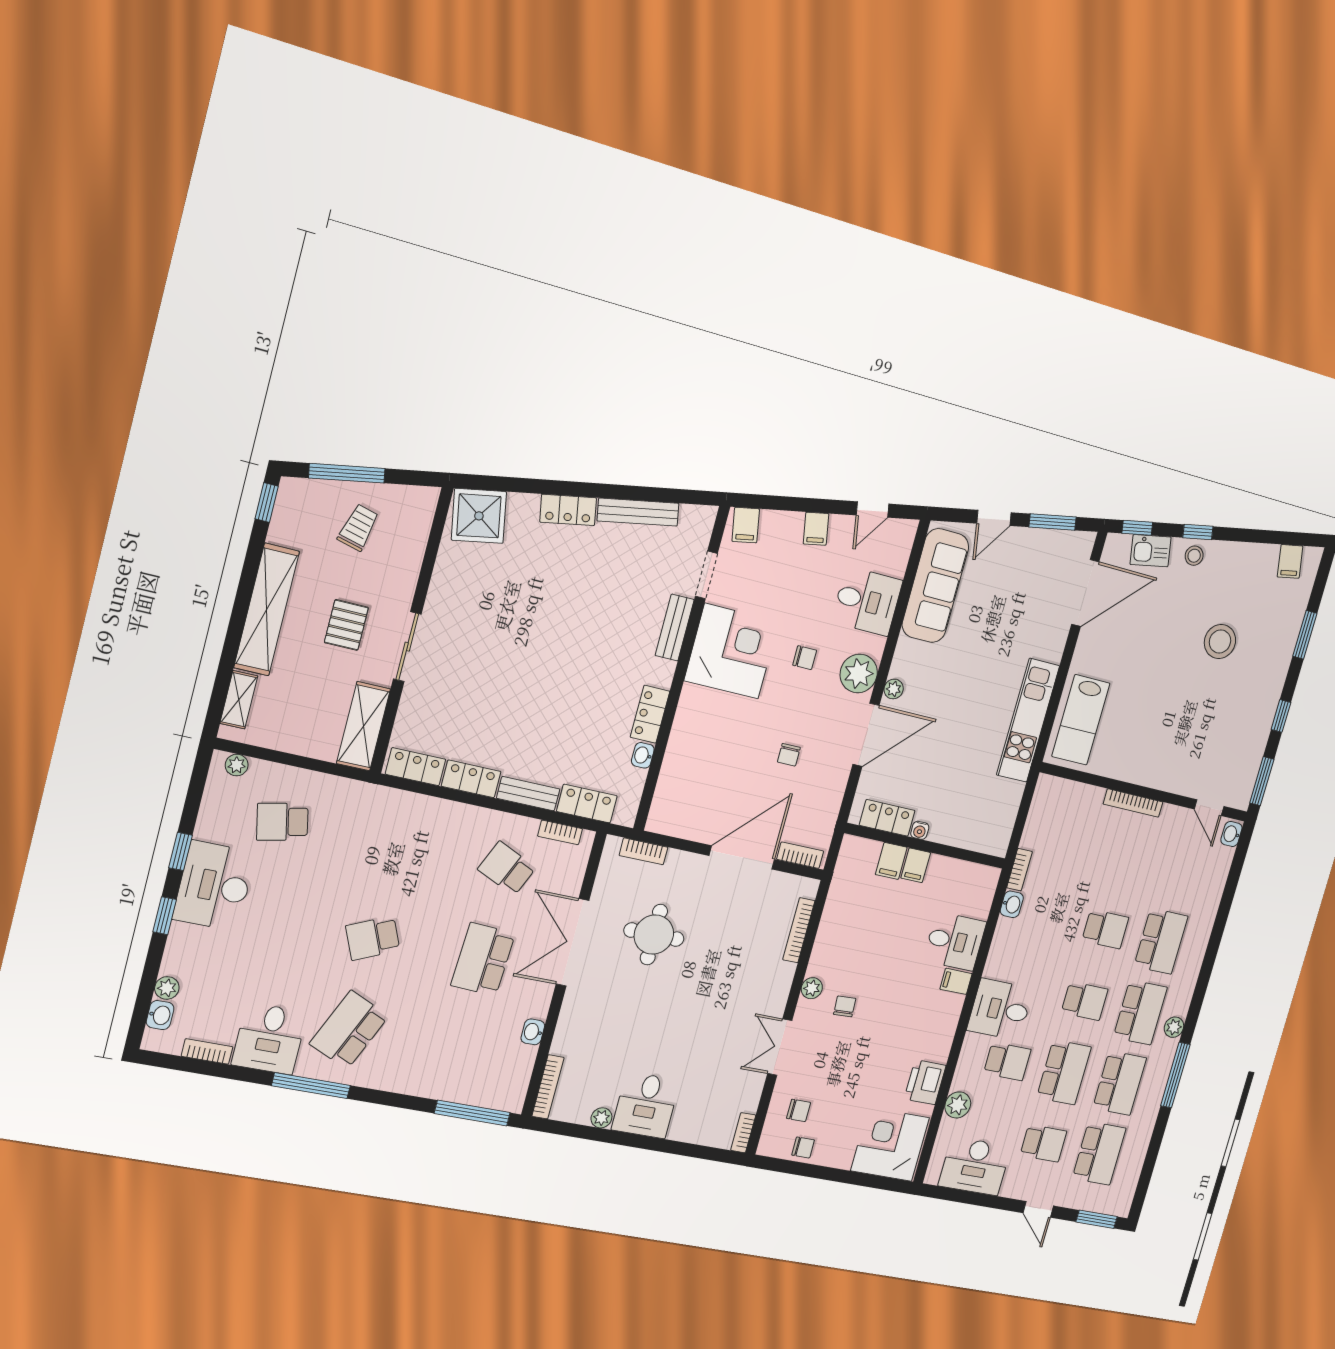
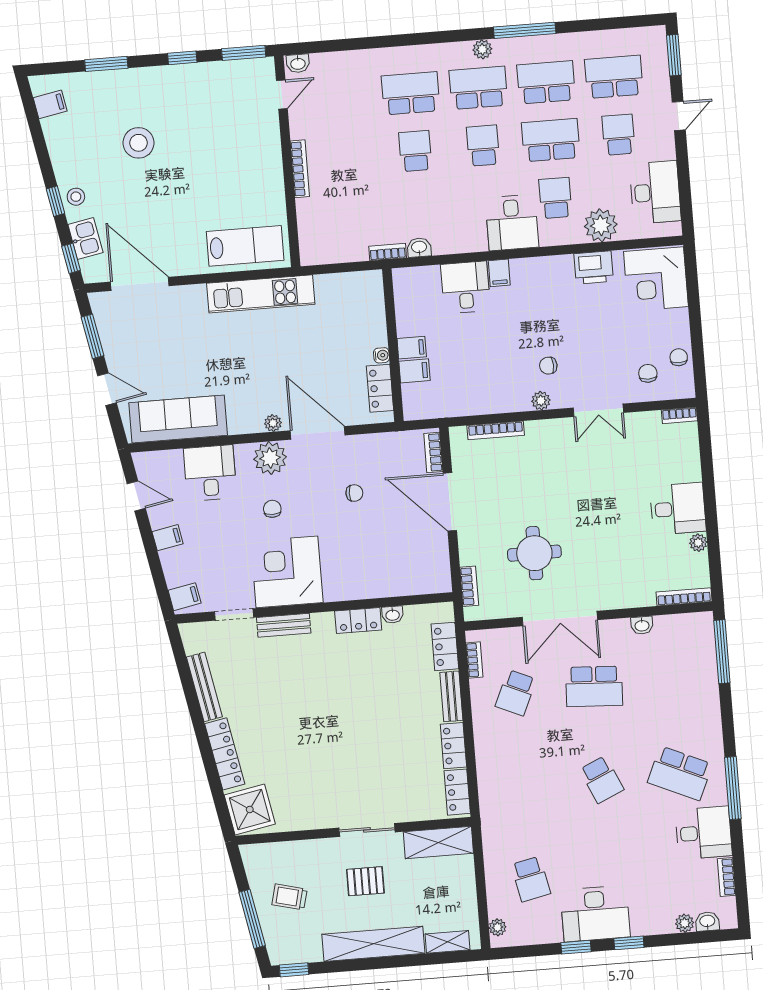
locker: (568, 510) -> (225, 754), width x1.53
plant: (958, 1105) -> (601, 225), width x1.36, depth x1.36

